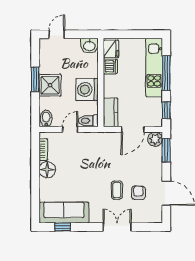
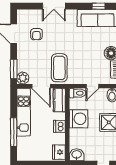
dishwasher: (110, 66) -> (59, 126), moved
kitchen unit: (154, 67) -> (24, 112), moved
window: (166, 110) -> (14, 102), removed
door: (133, 129) -> (41, 86), swing flipped
coffee table: (117, 190) -> (59, 68), moved, width x1.86, depth x1.72

